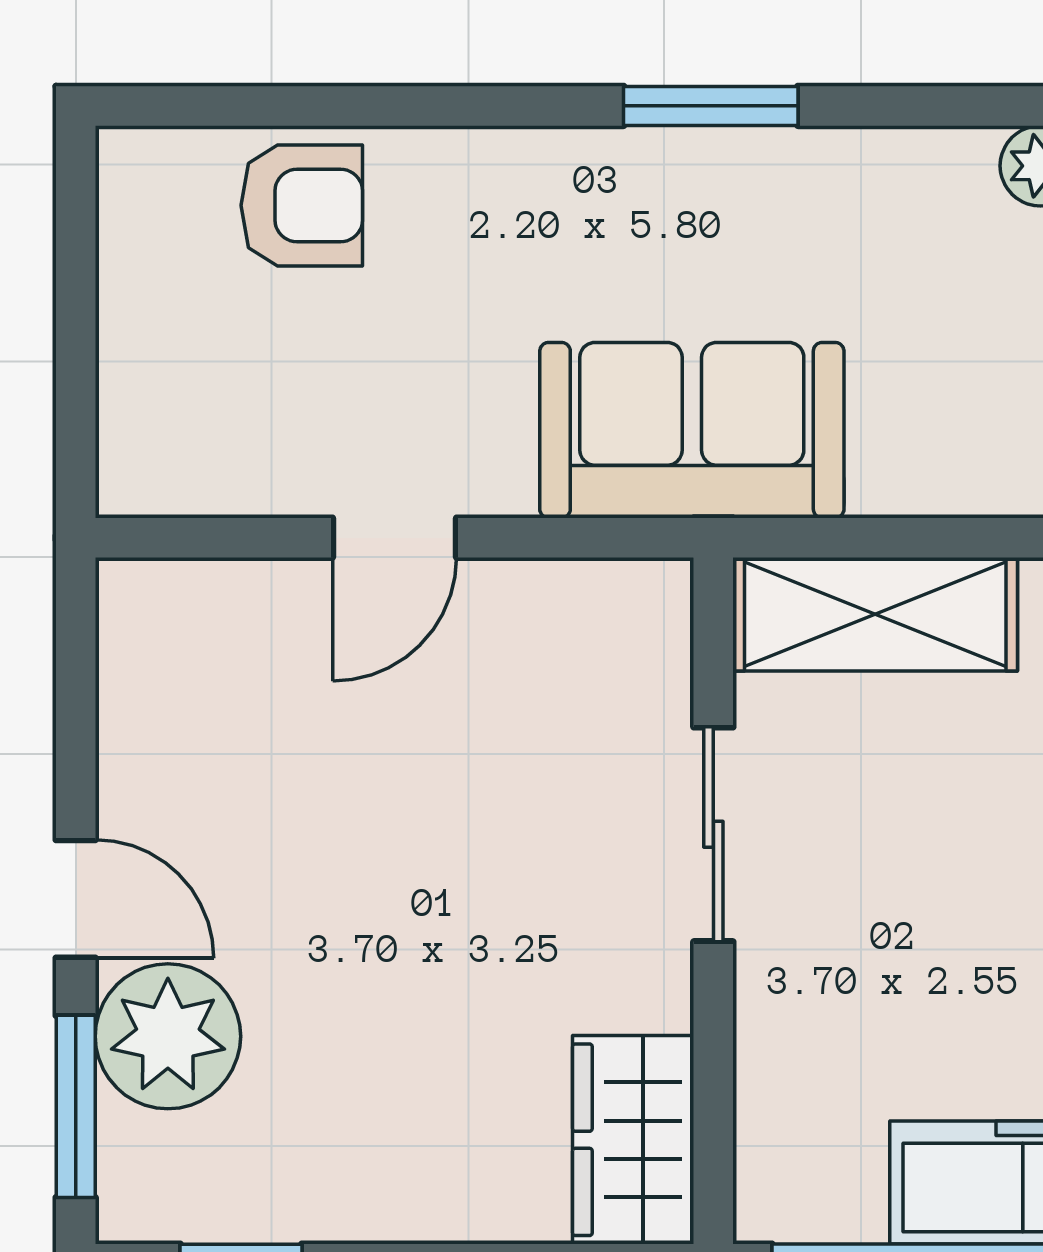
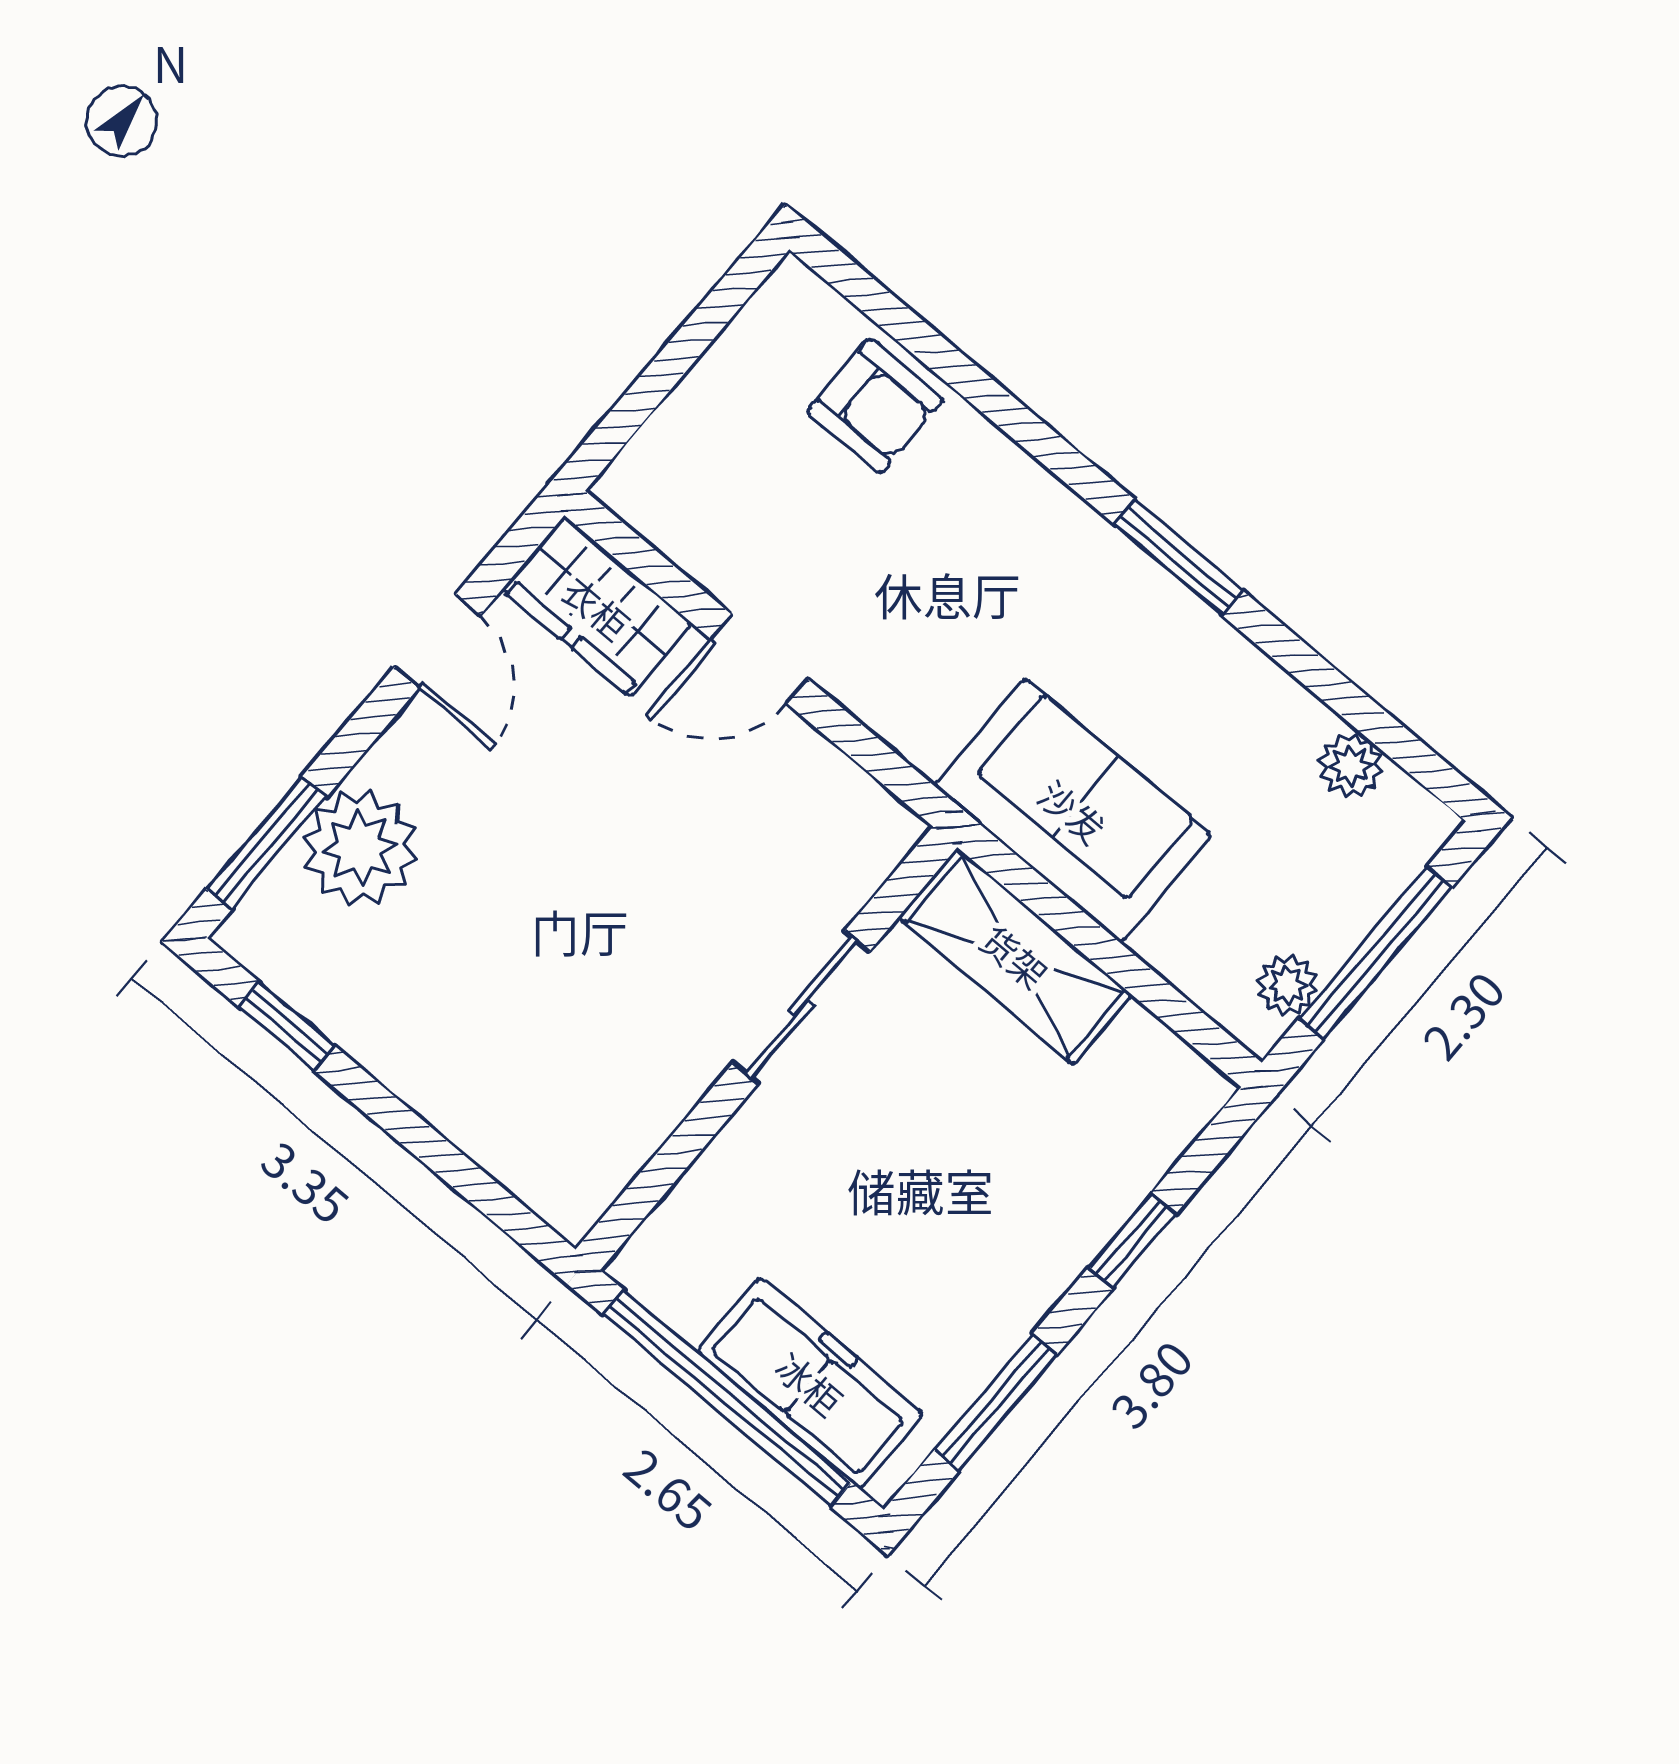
sofa: (692, 430) -> (1073, 811), moved
door: (76, 899) -> (437, 641), moved
wardrobe: (633, 1140) -> (597, 607), moved, turned -90

